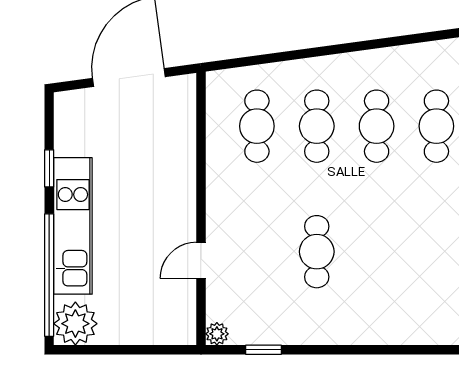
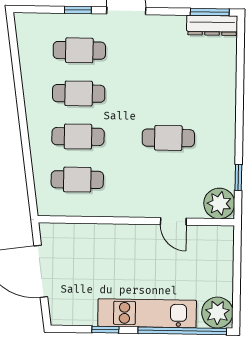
plant: (217, 334) -> (219, 203), width x1.88, depth x1.88

